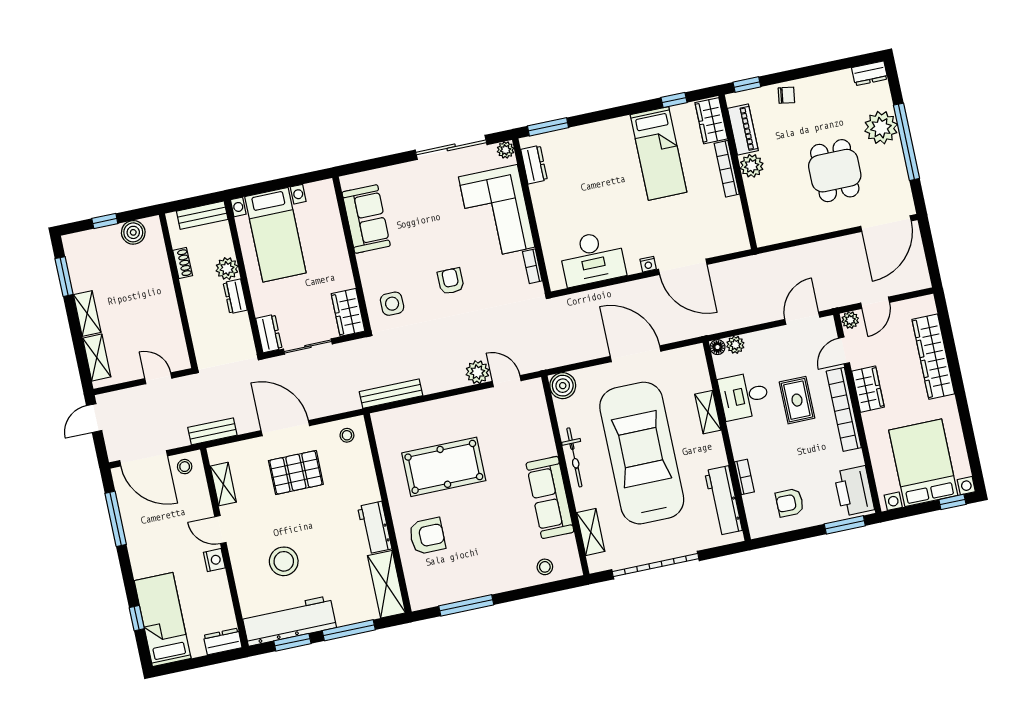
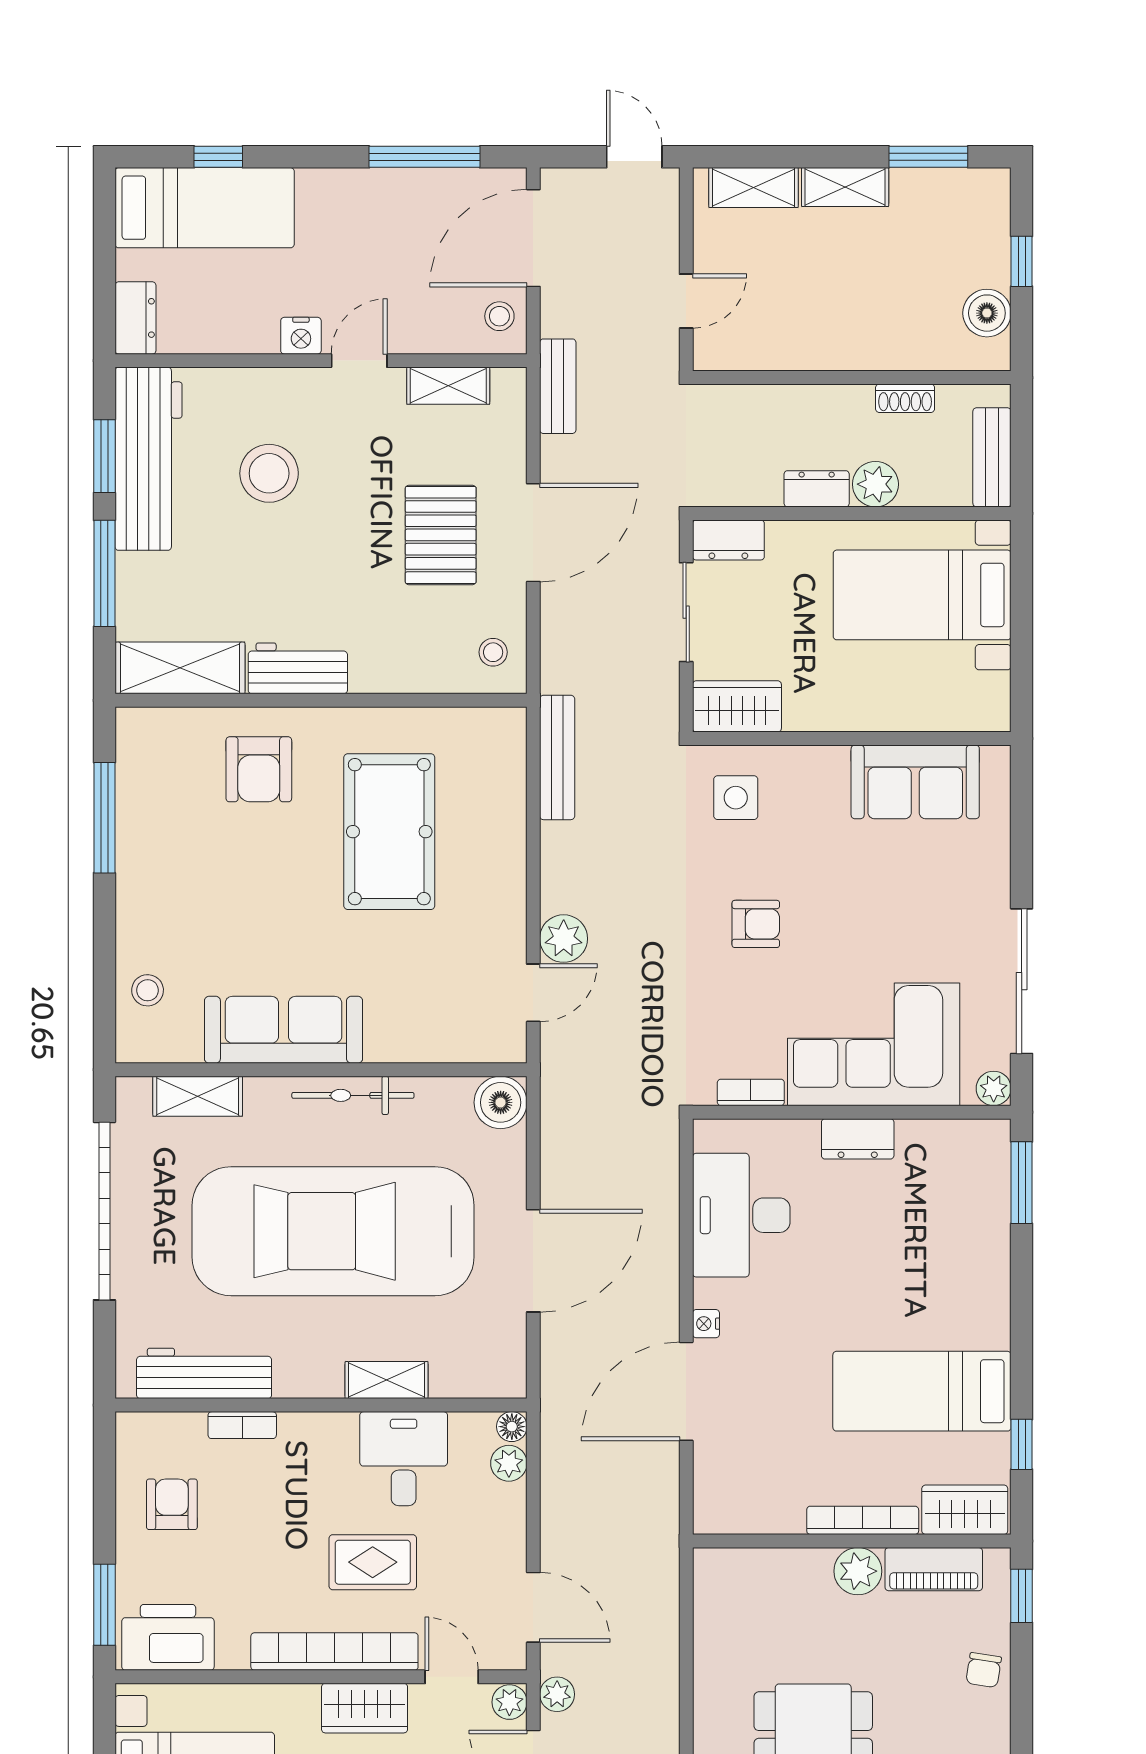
dresser: (534, 165) -> (858, 1139), moved
plant: (842, 298) -> (557, 1694), added
car: (642, 453) -> (333, 1231), turned 180

